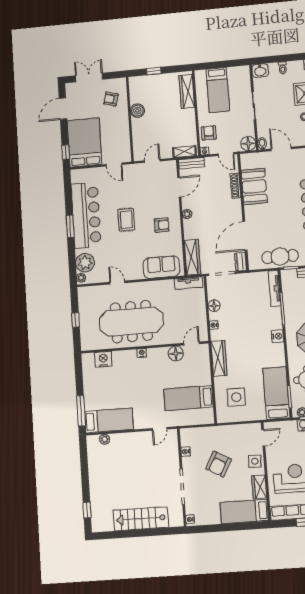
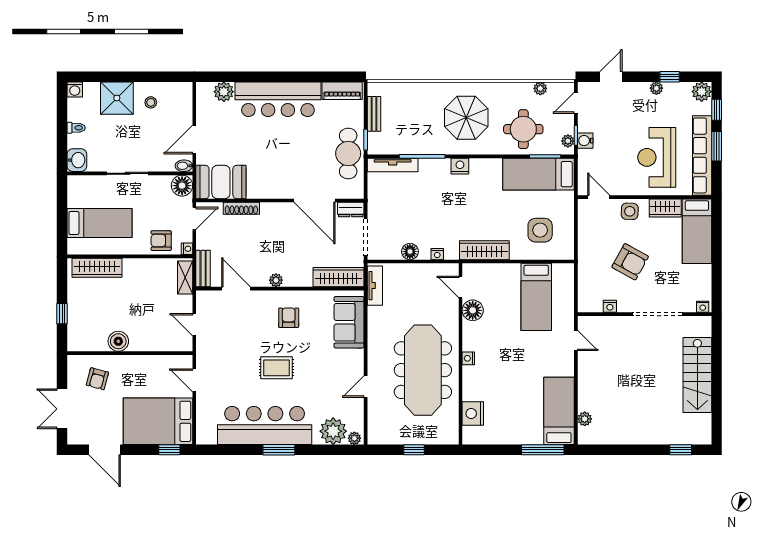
door: (114, 164) -> (194, 380), swing flipped
booth: (254, 186) -> (221, 182), moved

